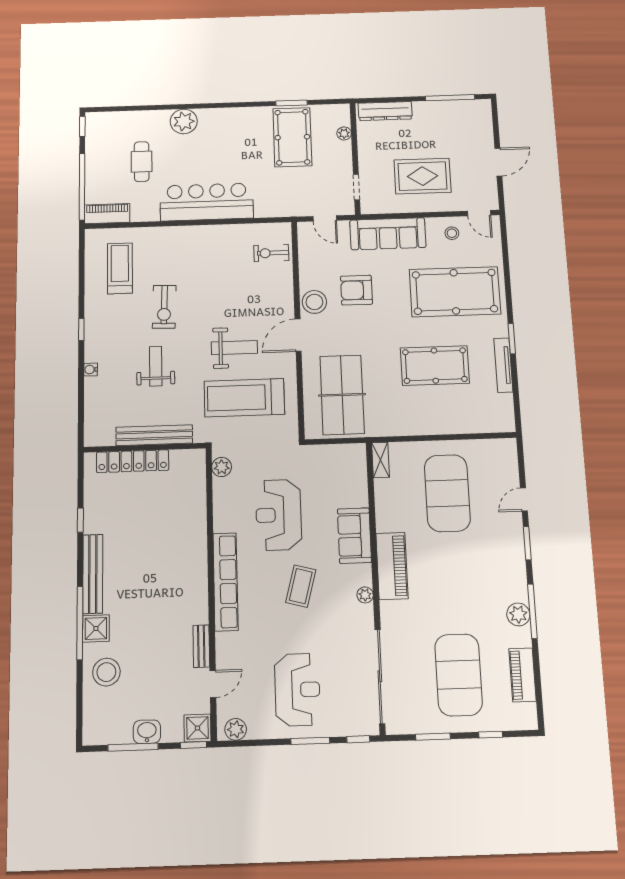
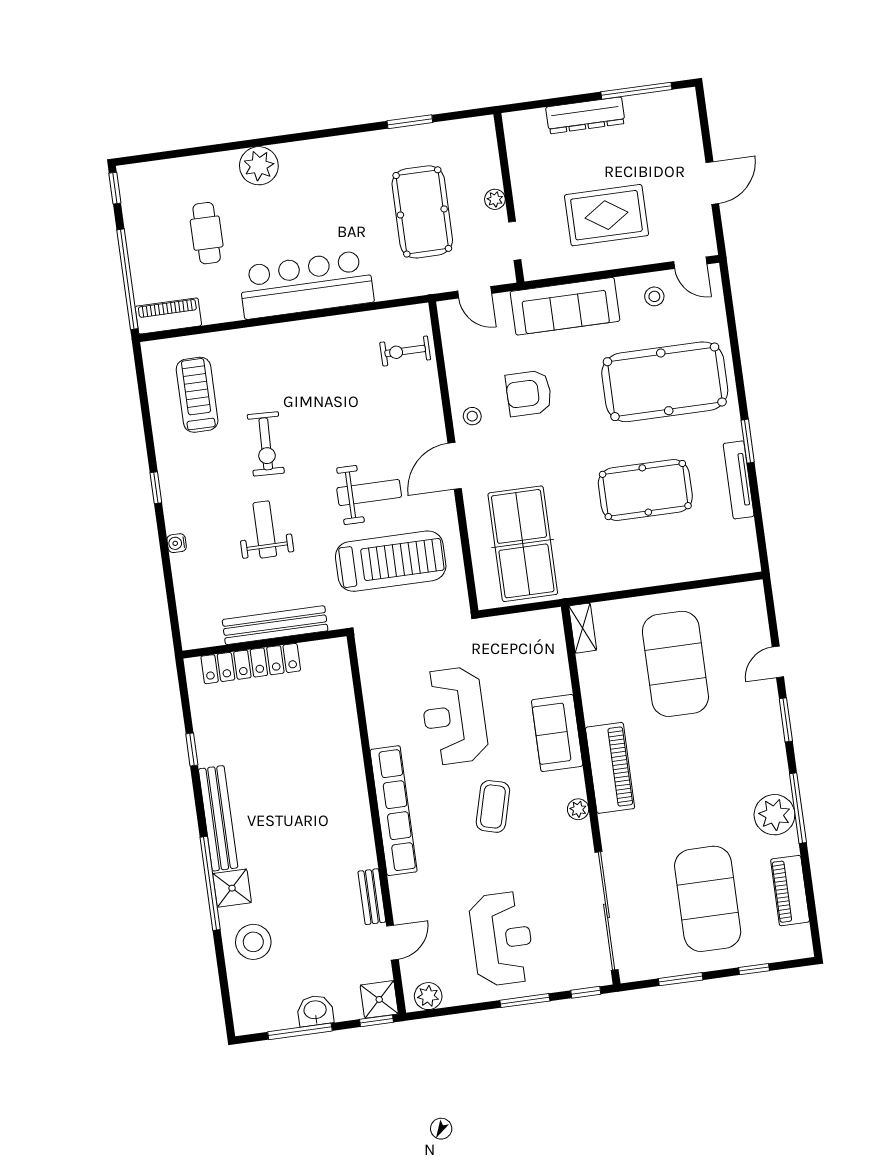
dresser: (385, 111) -> (585, 115), moved
plant: (344, 133) -> (495, 199), moved
pool table: (292, 137) -> (422, 212), moved
stool: (314, 302) -> (472, 416), width x0.53, depth x0.53
treadmill: (244, 398) -> (391, 561), turned 180
plant: (222, 467) -> (371, 659), removed
plant: (518, 614) -> (774, 815), width x1.36, depth x1.36

